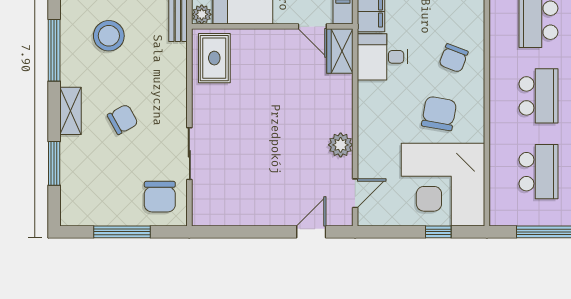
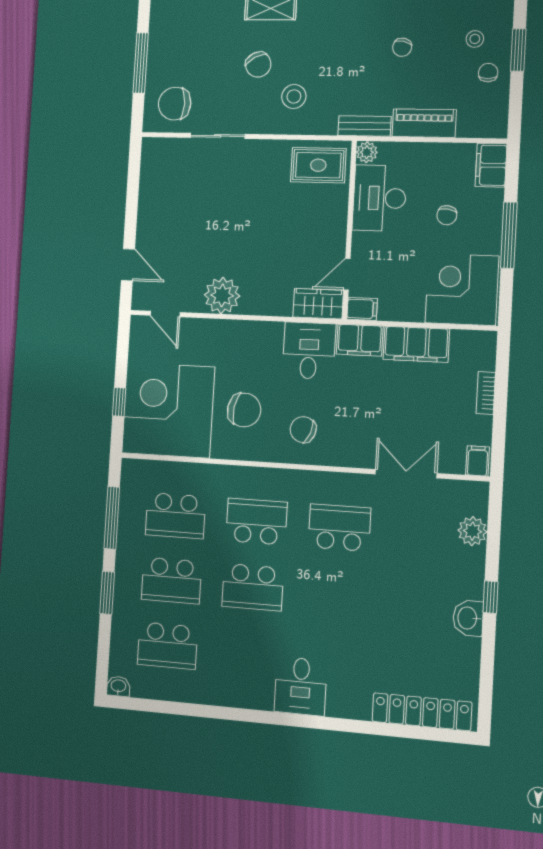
stool: (109, 36) -> (294, 96), moved, width x0.73, depth x0.73
school desk: (538, 96) -> (256, 522), turned 180
plant: (341, 145) -> (222, 295), width x1.36, depth x1.36

